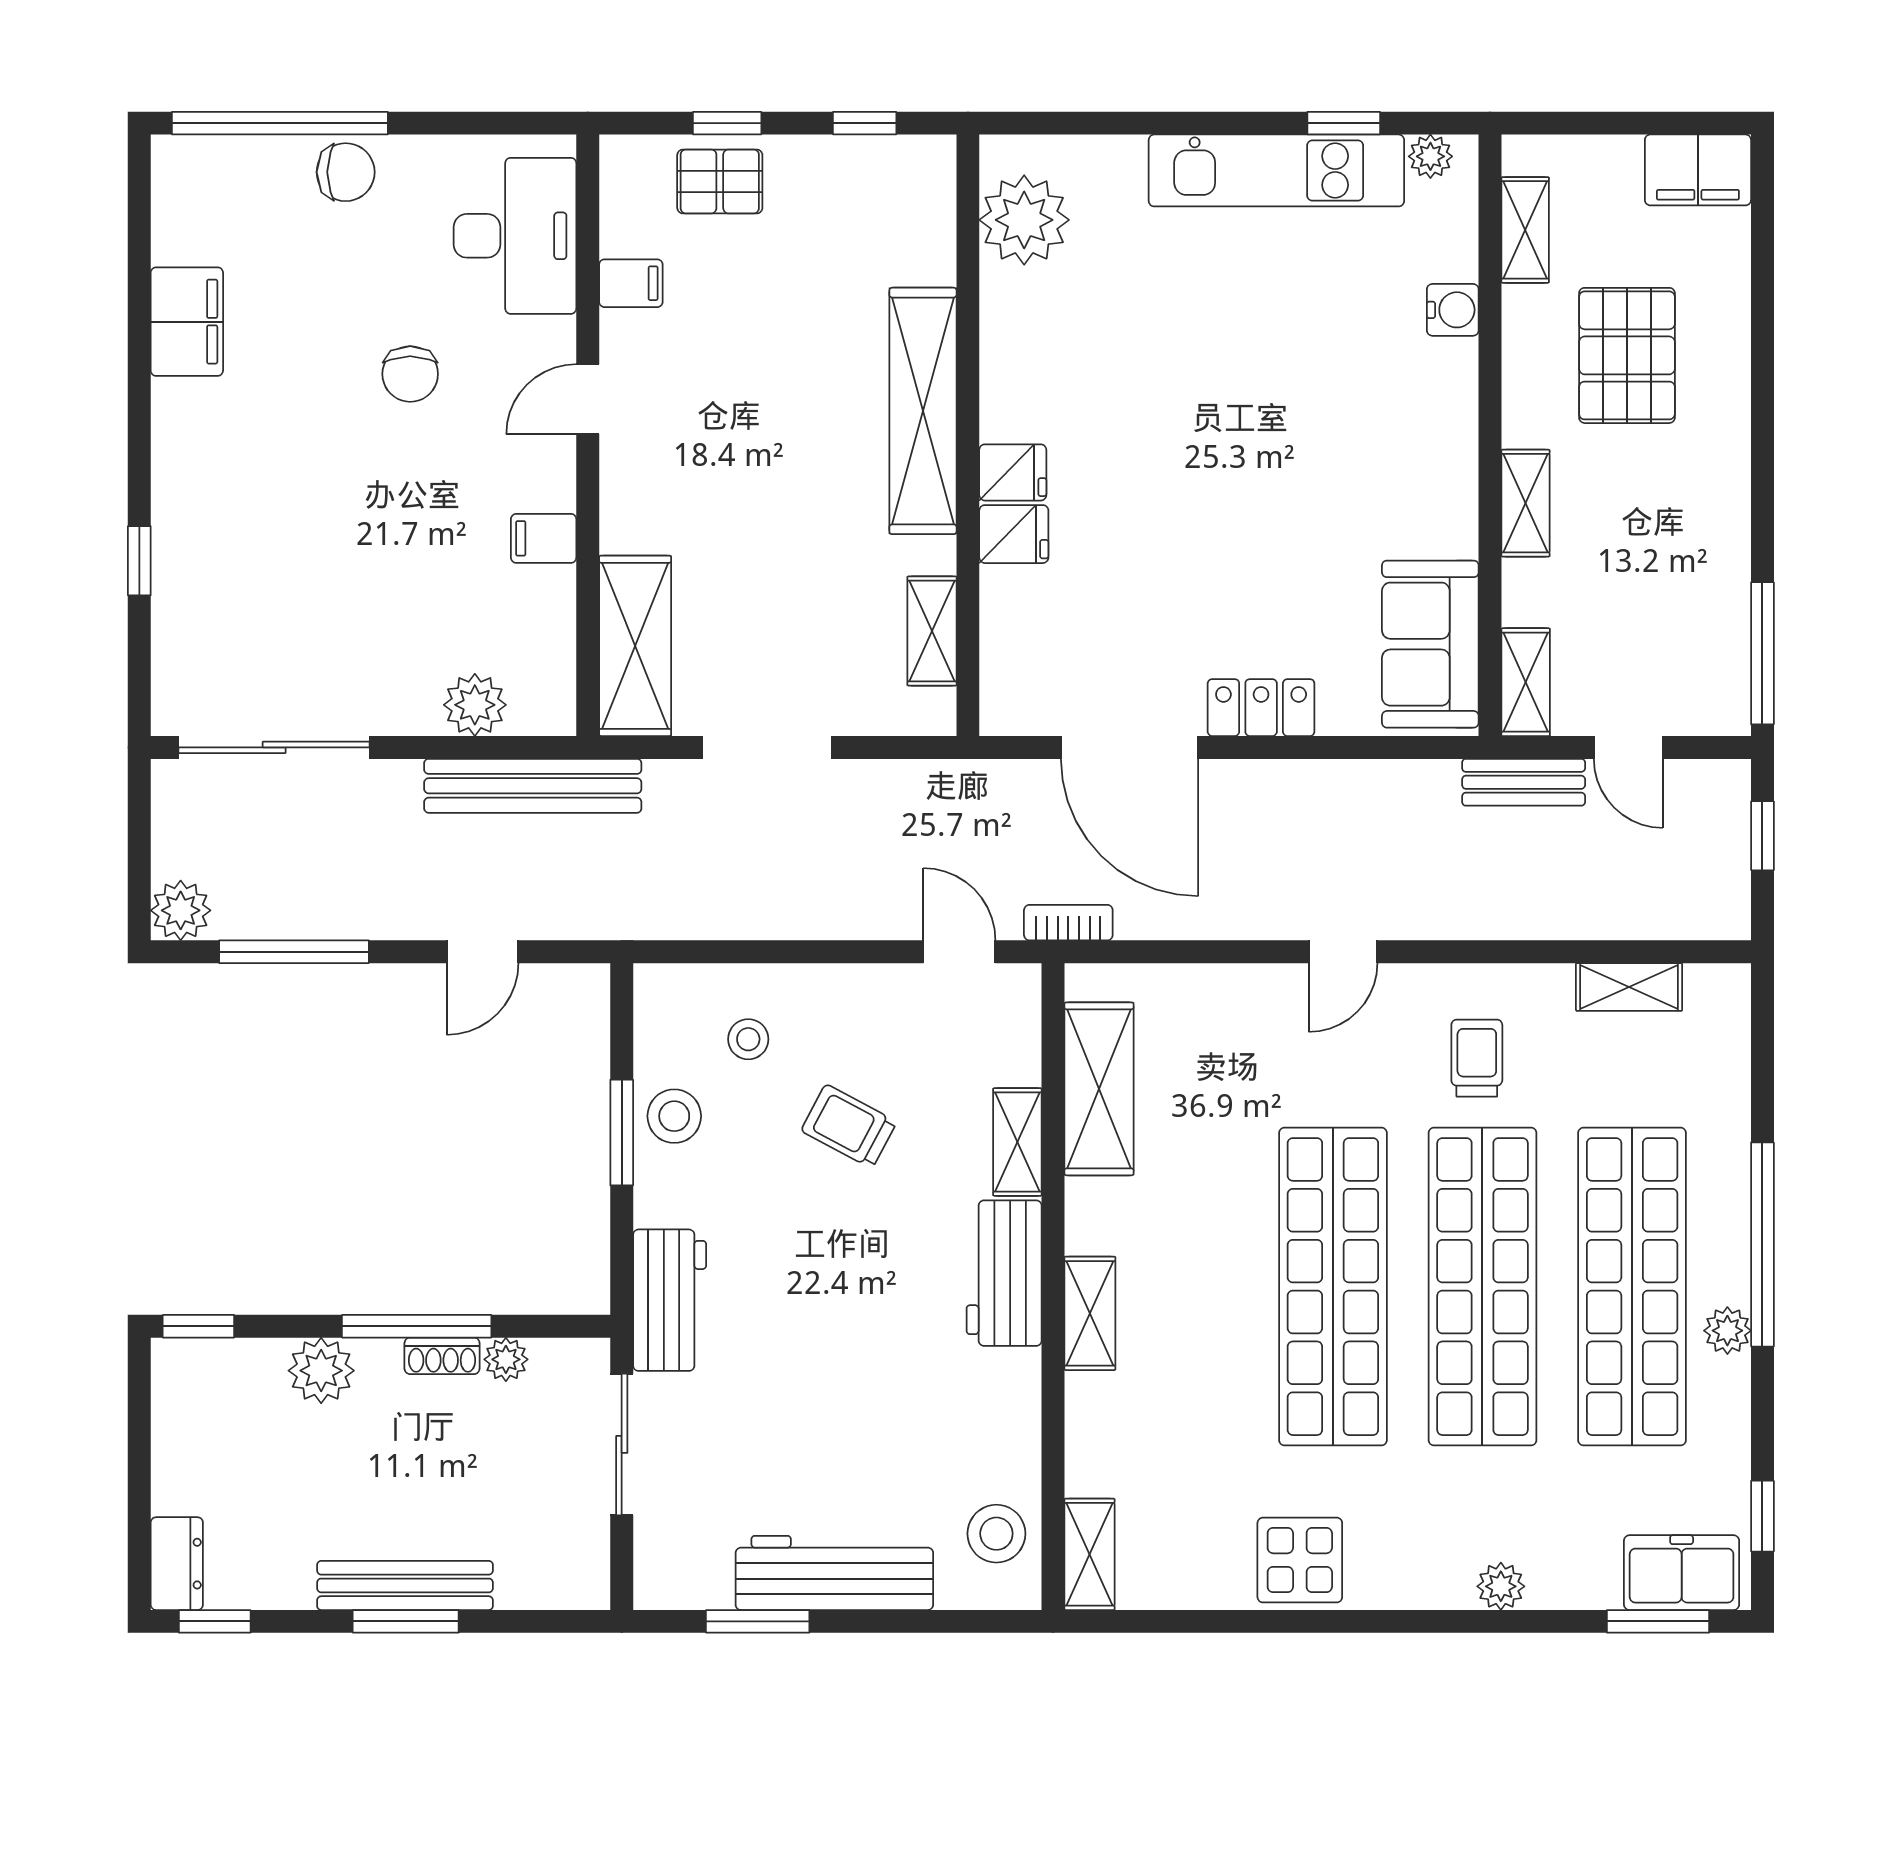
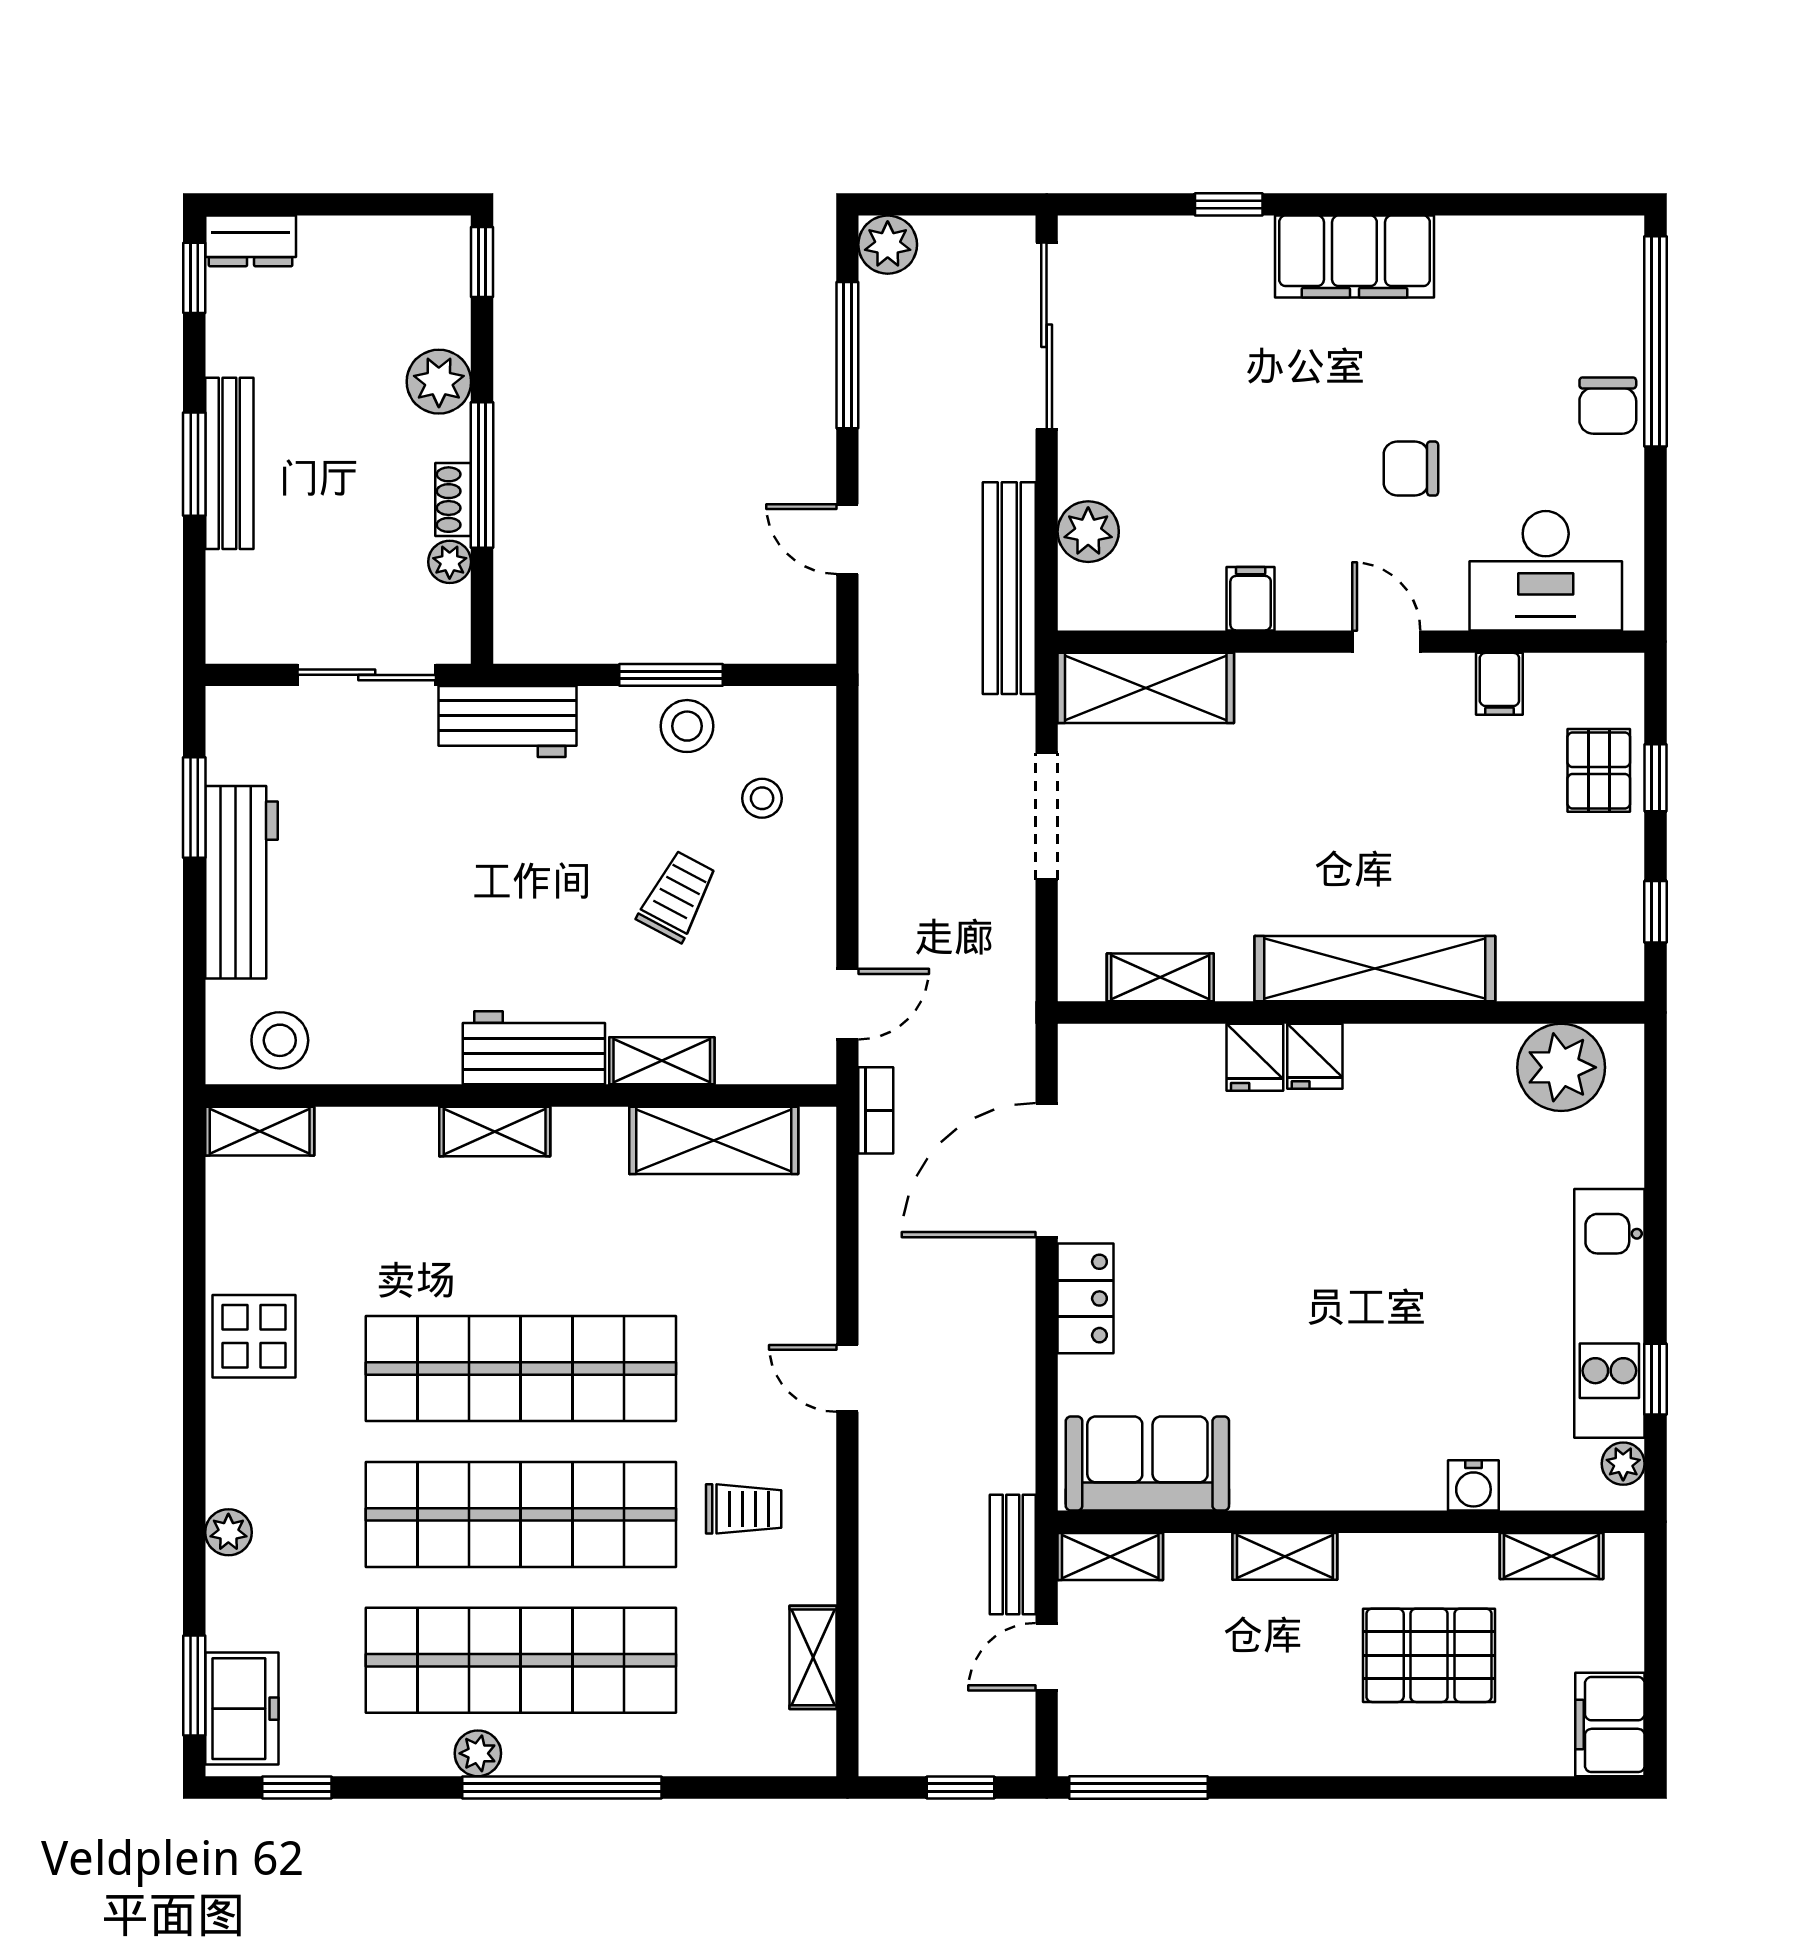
filing cabinet: (187, 322) -> (1354, 257), moved, width x1.50, depth x1.17

